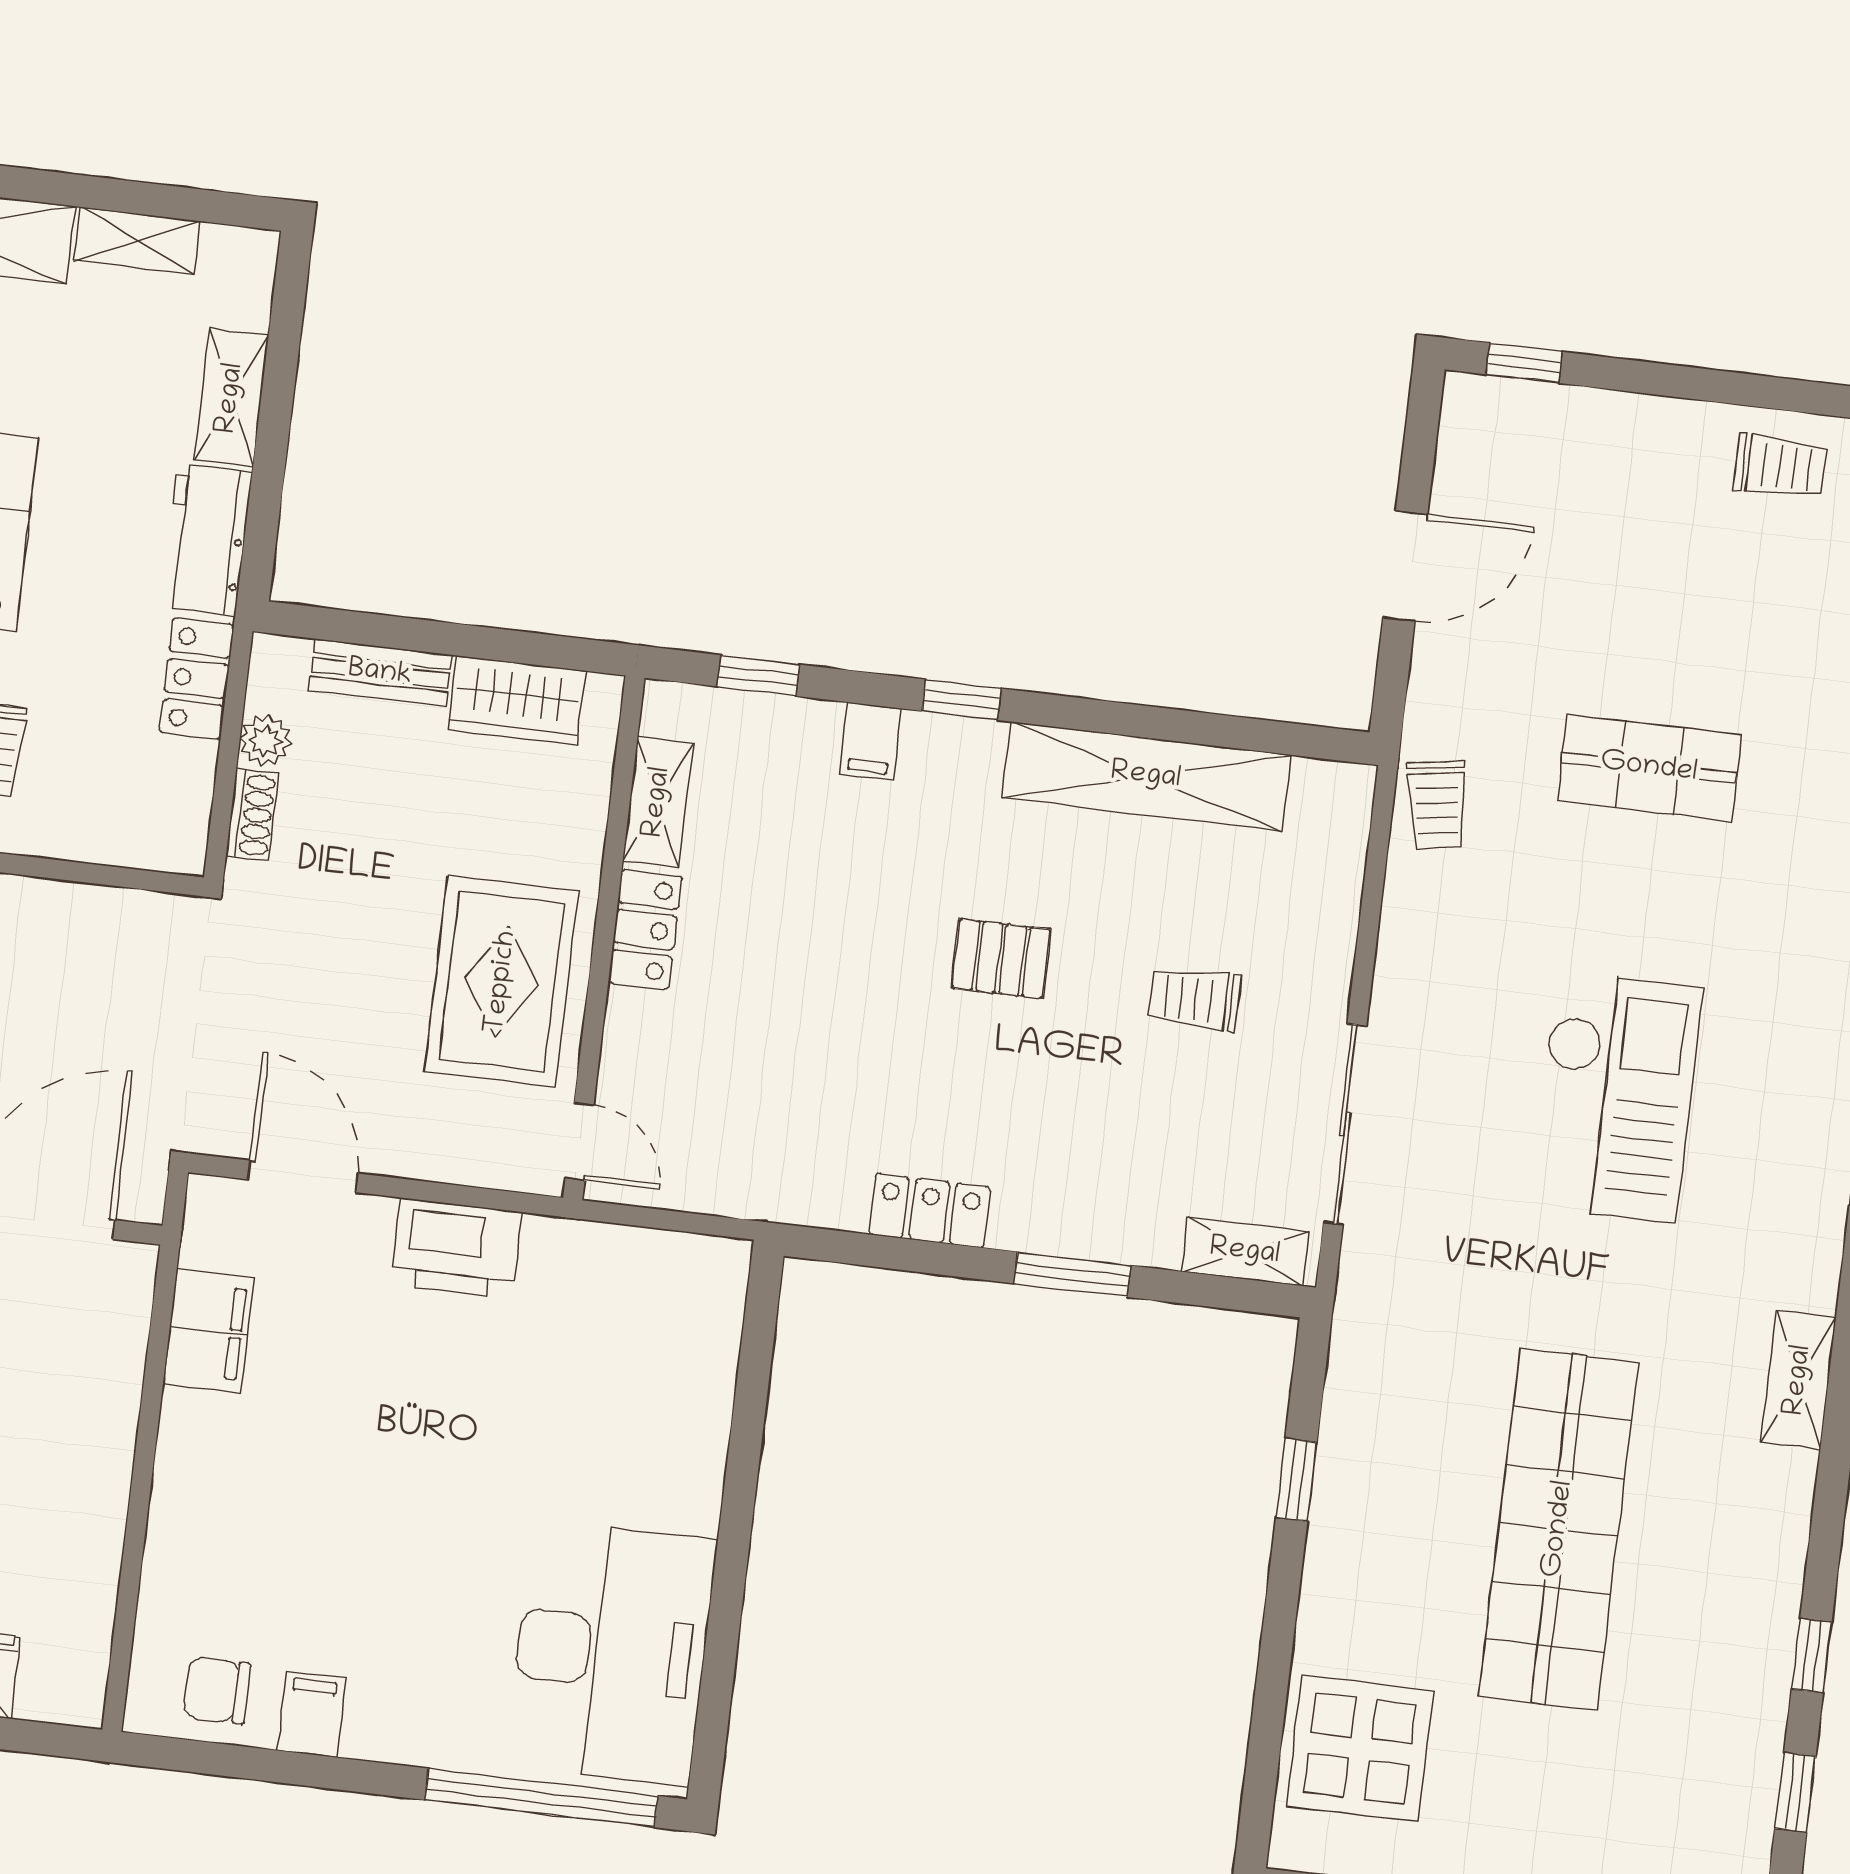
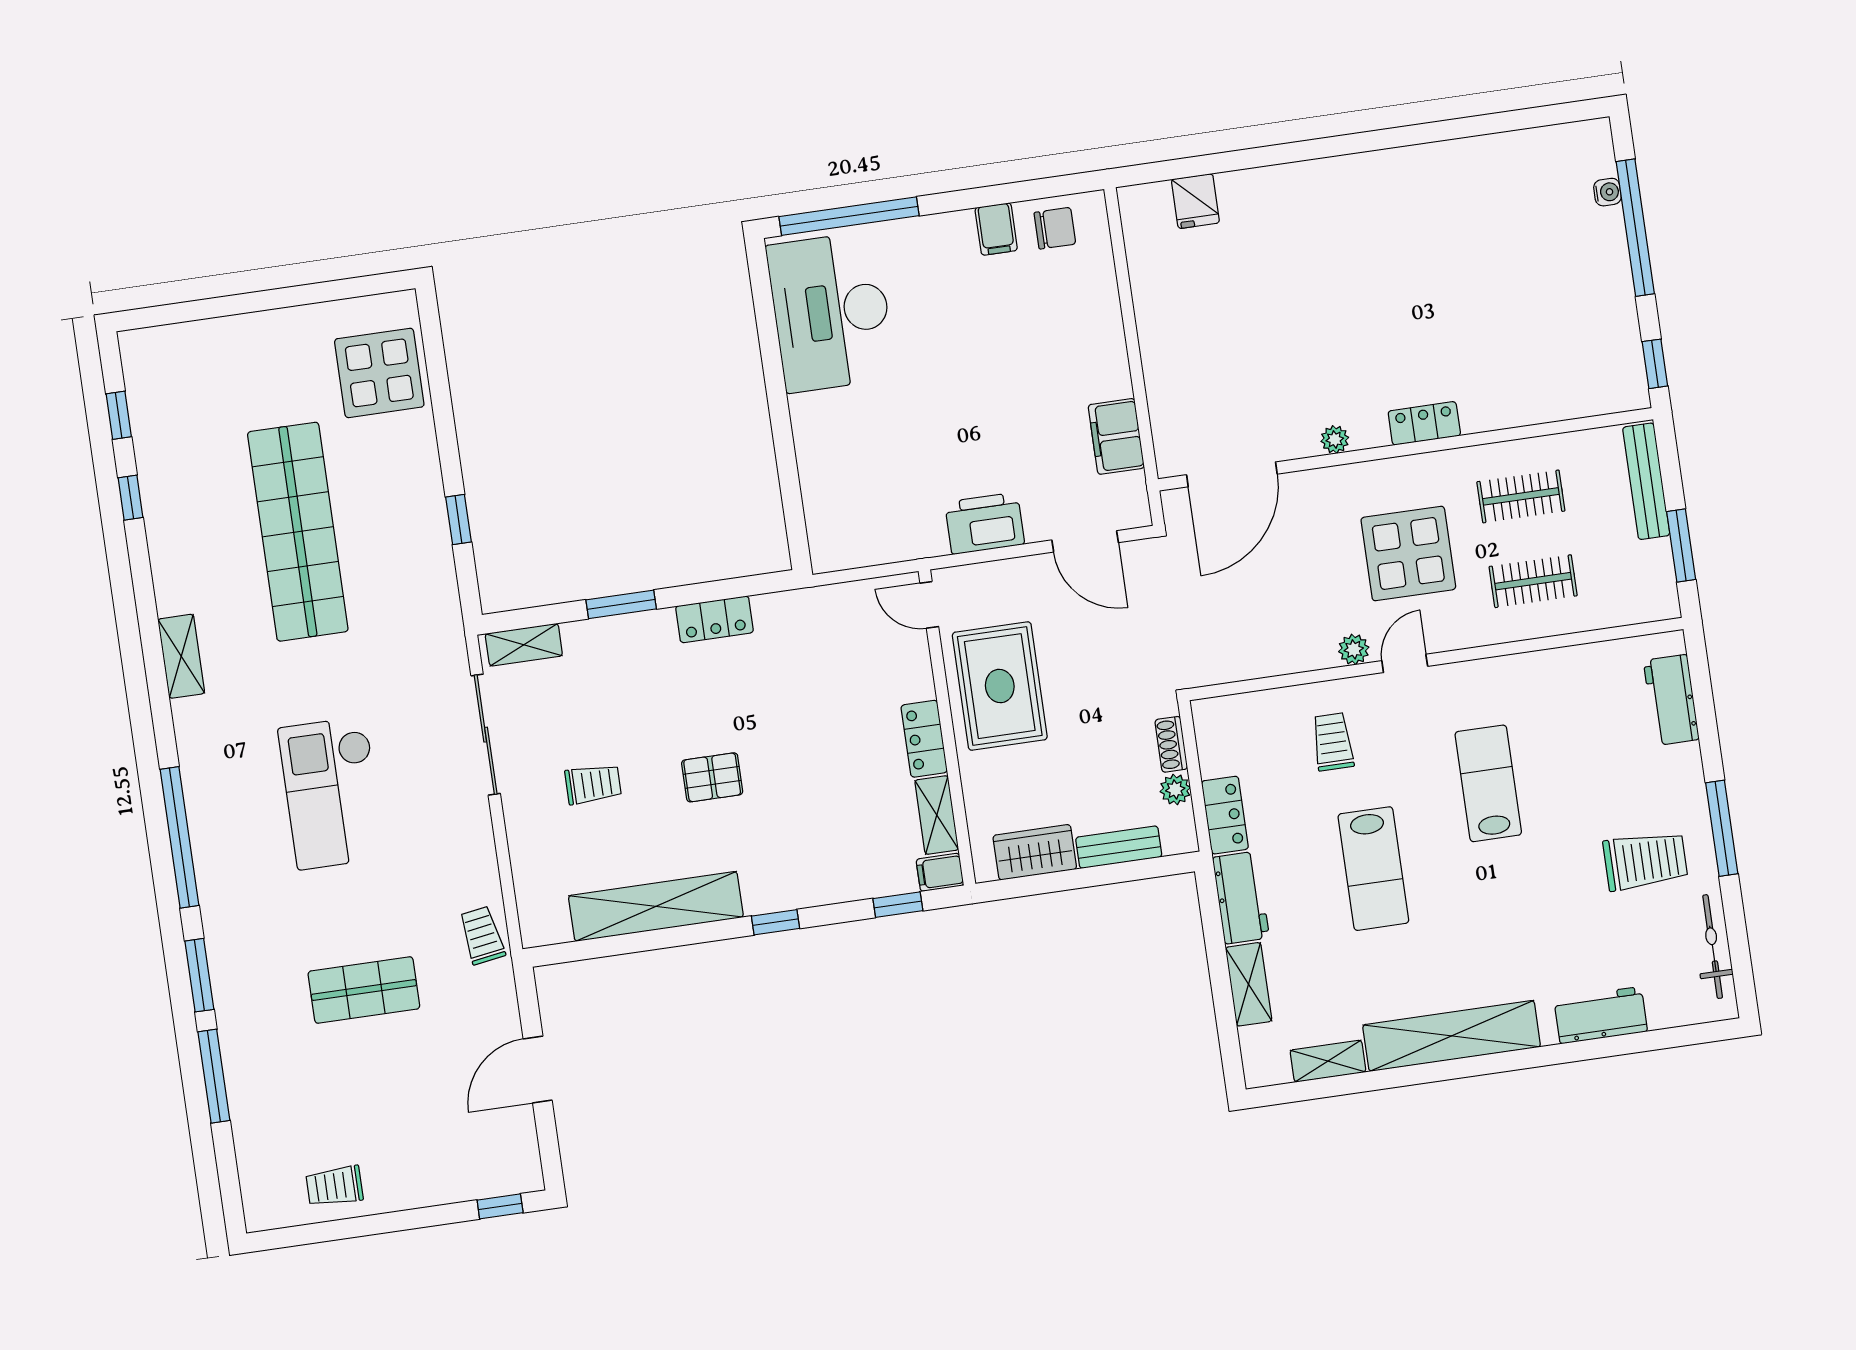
filing cabinet: (871, 741) -> (940, 872), moved, turned -90

